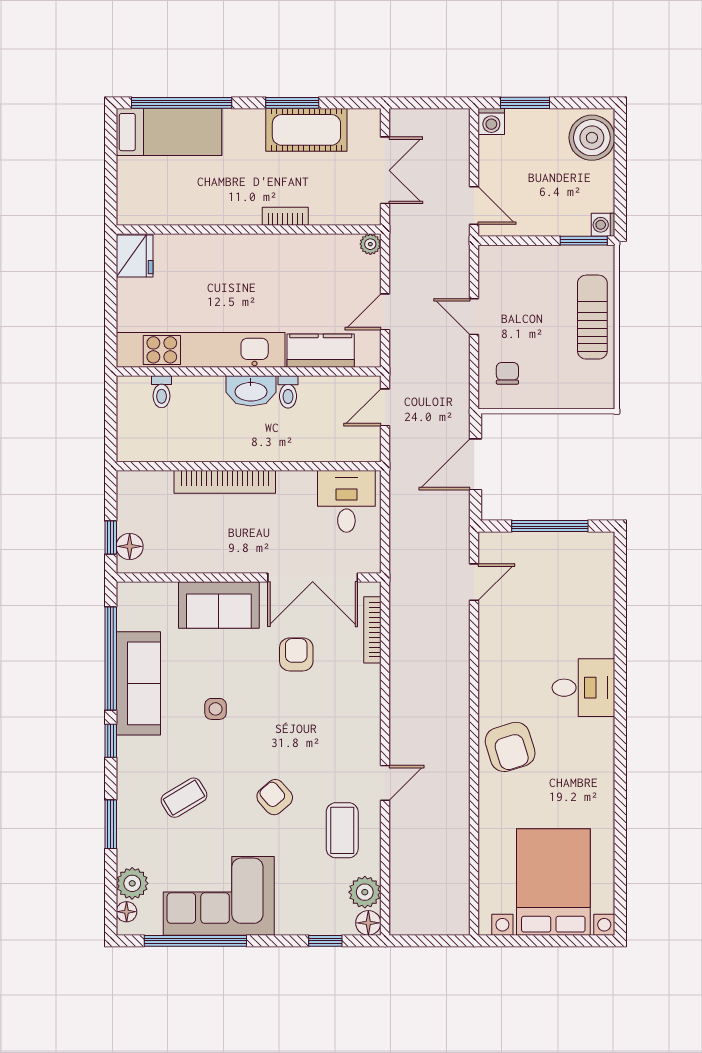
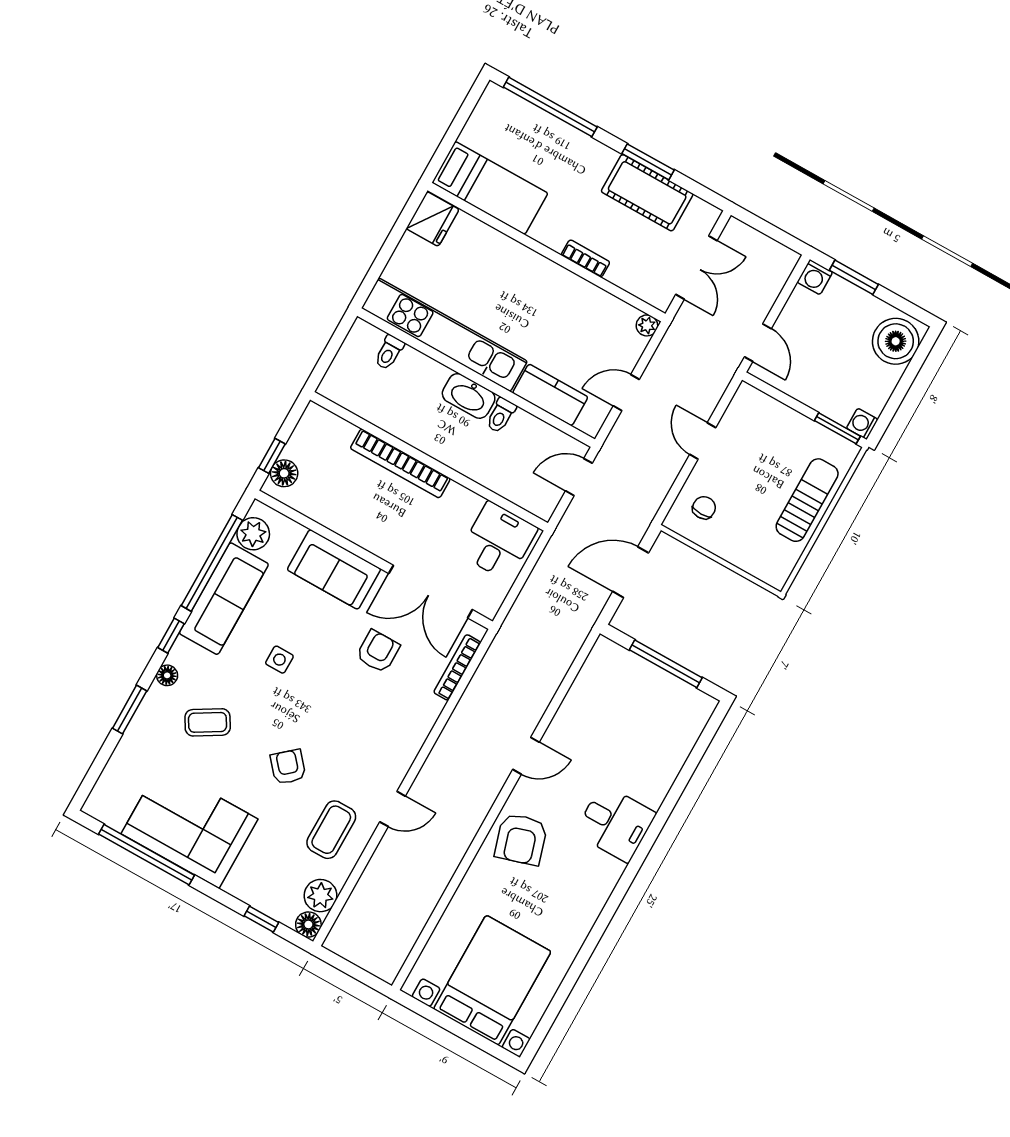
bed: (169, 132) -> (490, 188), moved
door: (474, 582) -> (526, 756), moved
plant: (132, 883) -> (253, 534), moved
floor lamp: (127, 912) -> (167, 675), moved

